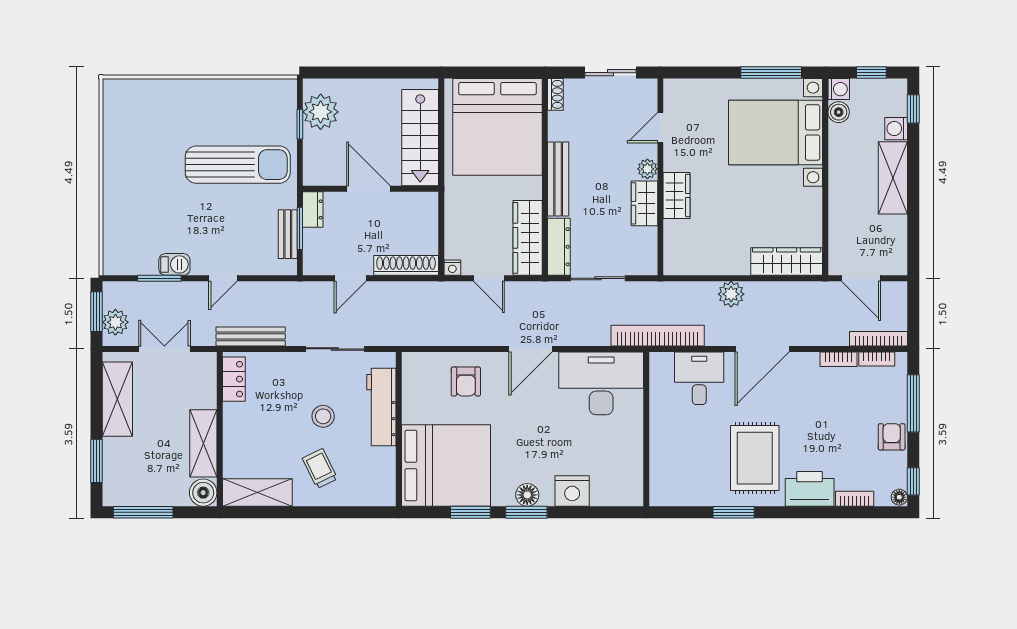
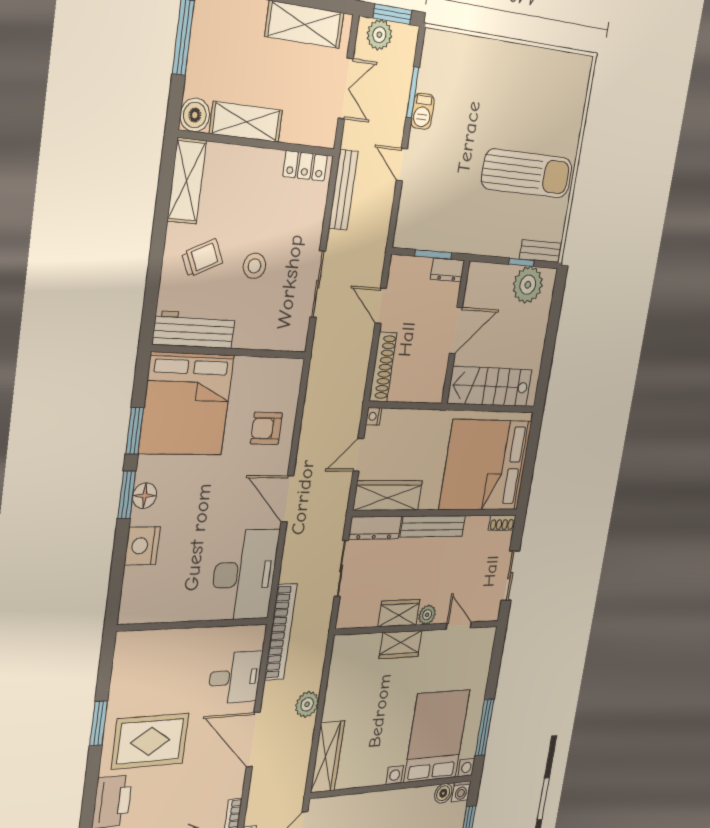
sun lounger: (238, 165) -> (527, 174), moved, turned -90
bench: (288, 234) -> (541, 251), moved
workbench: (381, 407) -> (194, 330), moved

